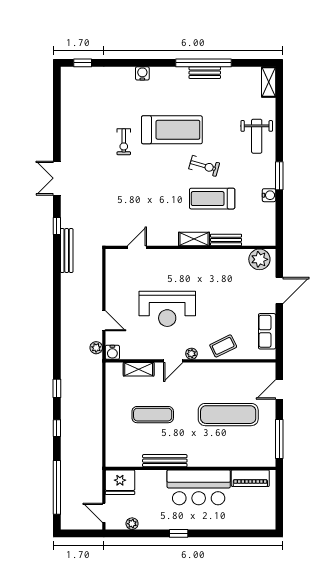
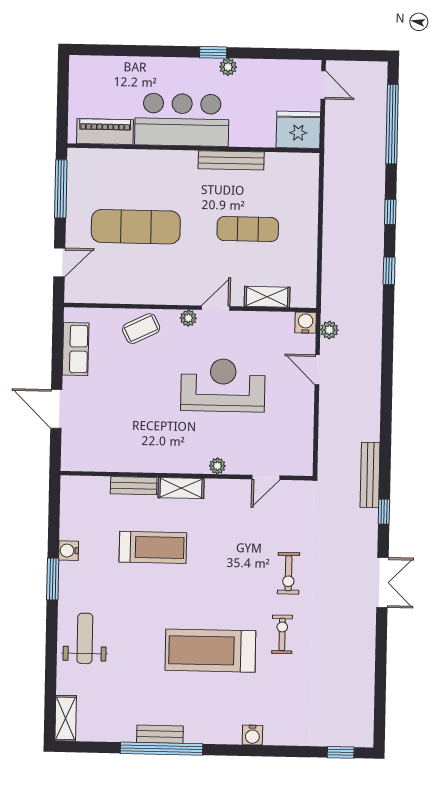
exercise bike: (204, 166) -> (289, 573), moved, turned -106
plant: (259, 259) -> (217, 466), moved, width x0.53, depth x0.53
door: (279, 291) -> (56, 409), hinge flipped
plant: (132, 524) -> (228, 67), moved

